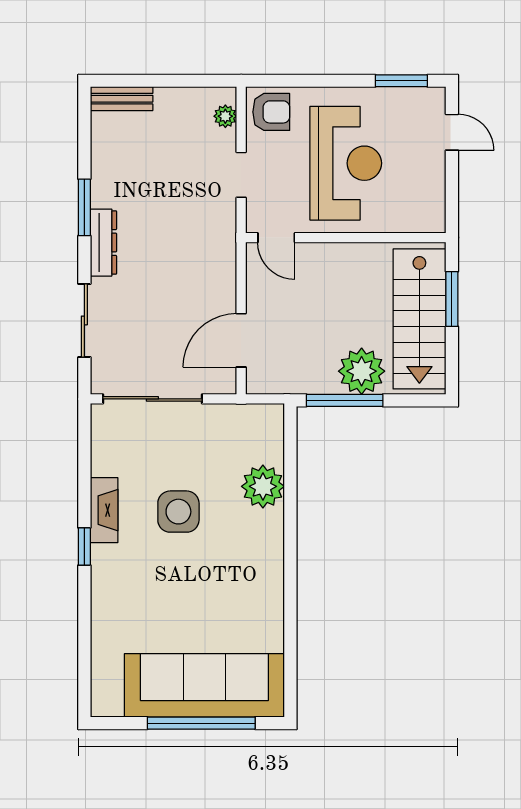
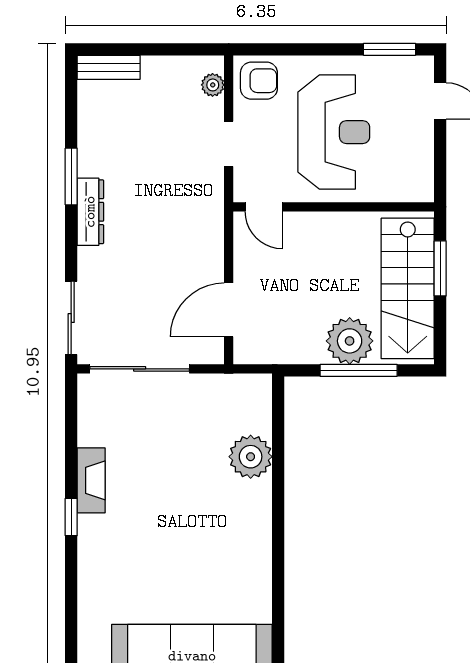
sliding door: (84, 320) -> (71, 318), moved
window: (345, 400) -> (359, 370), moved
side table: (178, 512) -> (166, 482), removed

